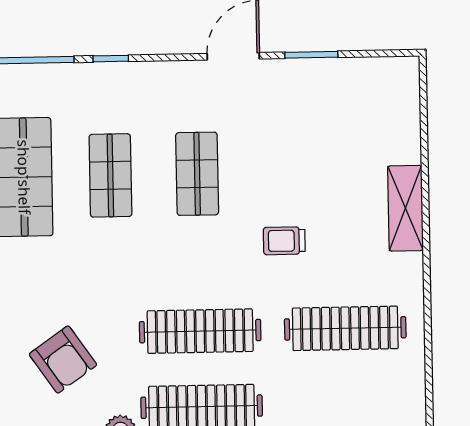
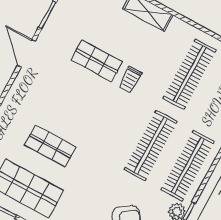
shop shelf: (197, 174) -> (97, 61), moved

